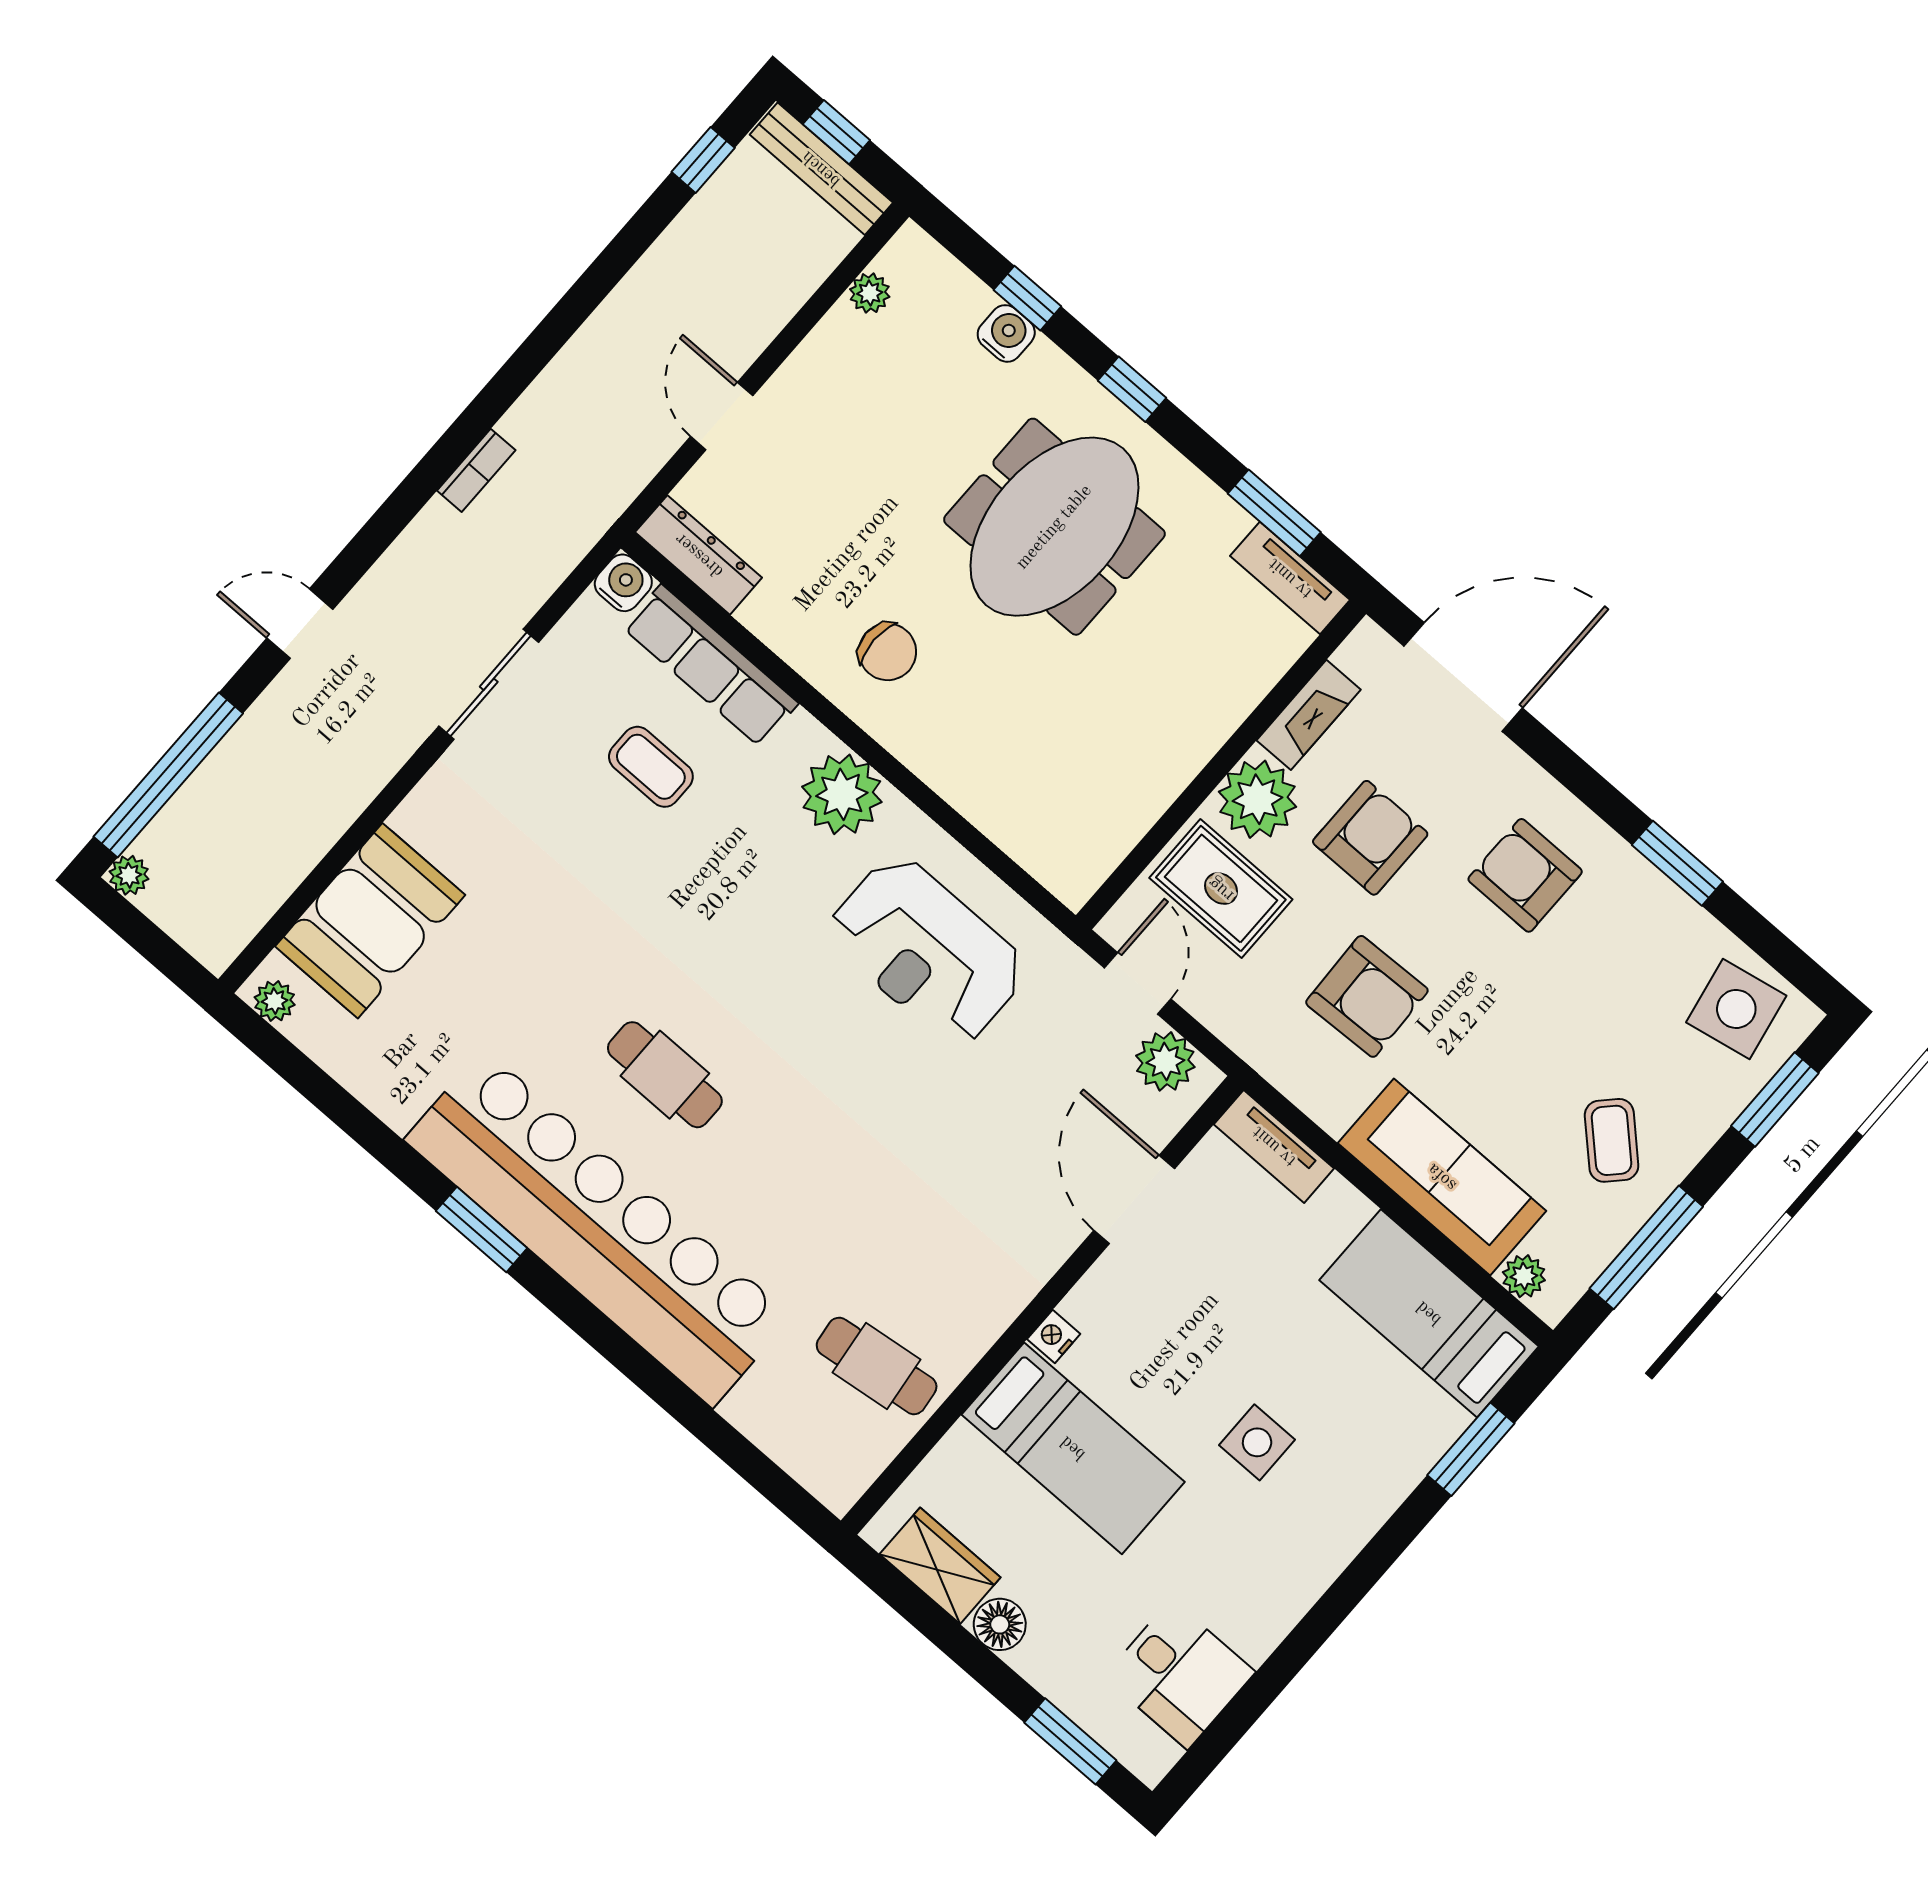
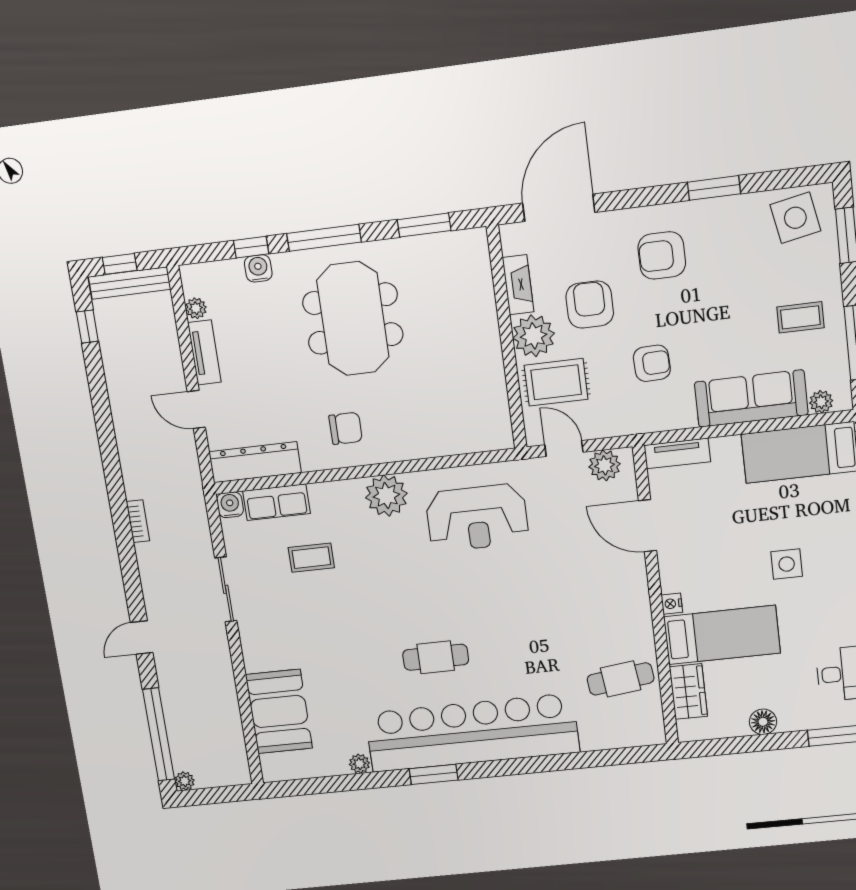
window: (1132, 389) -> (324, 238), width x2.17
dresser: (699, 555) -> (255, 462), width x1.37, depth x1.24
tv unit: (1290, 578) -> (204, 352), moved, turned -90
row of seats: (711, 666) -> (276, 502), width x0.68
armchair: (1367, 996) -> (652, 363), width x0.72, depth x0.72
plant: (275, 1001) -> (359, 764), moved
coffee table: (1612, 1140) -> (800, 317), turned -44
wardrobe: (940, 1566) -> (688, 692), moved, turned 90

